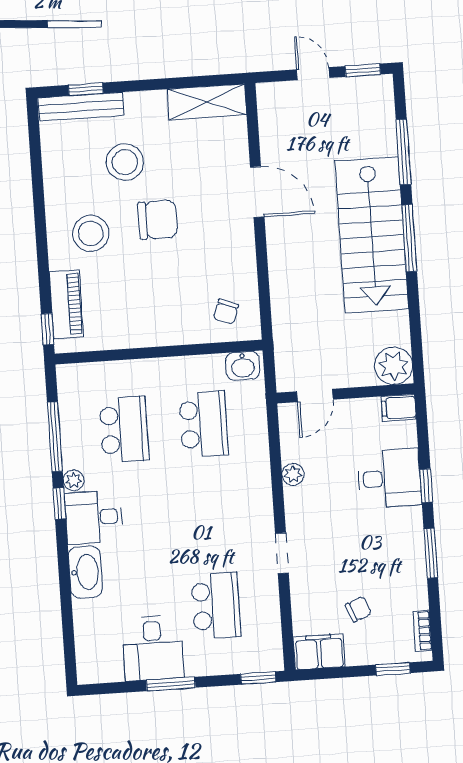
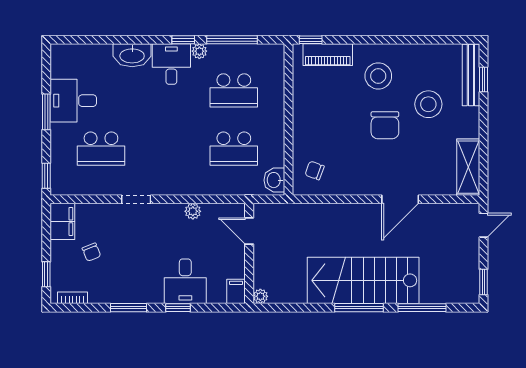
door: (313, 74) -> (483, 225), moved
plant: (394, 366) -> (260, 296), width x0.53, depth x0.53

